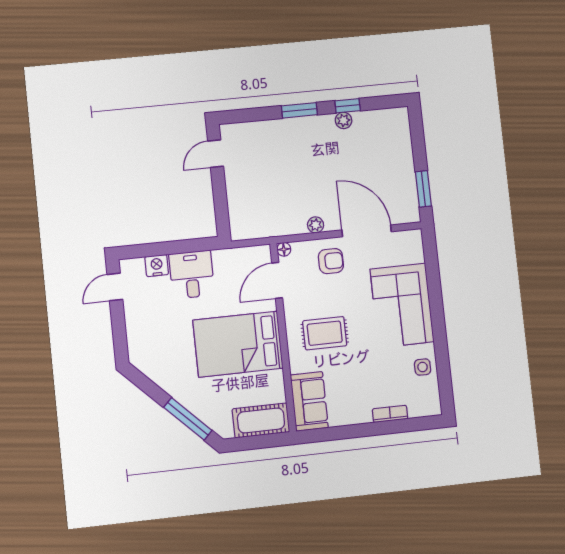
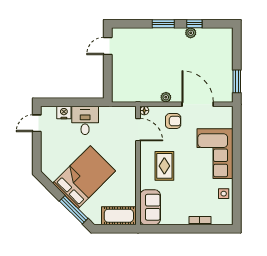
door: (277, 280) -> (138, 130), swing flipped
rug: (325, 333) -> (164, 166), turned 90
bed: (238, 344) -> (84, 177), moved, turned 135

